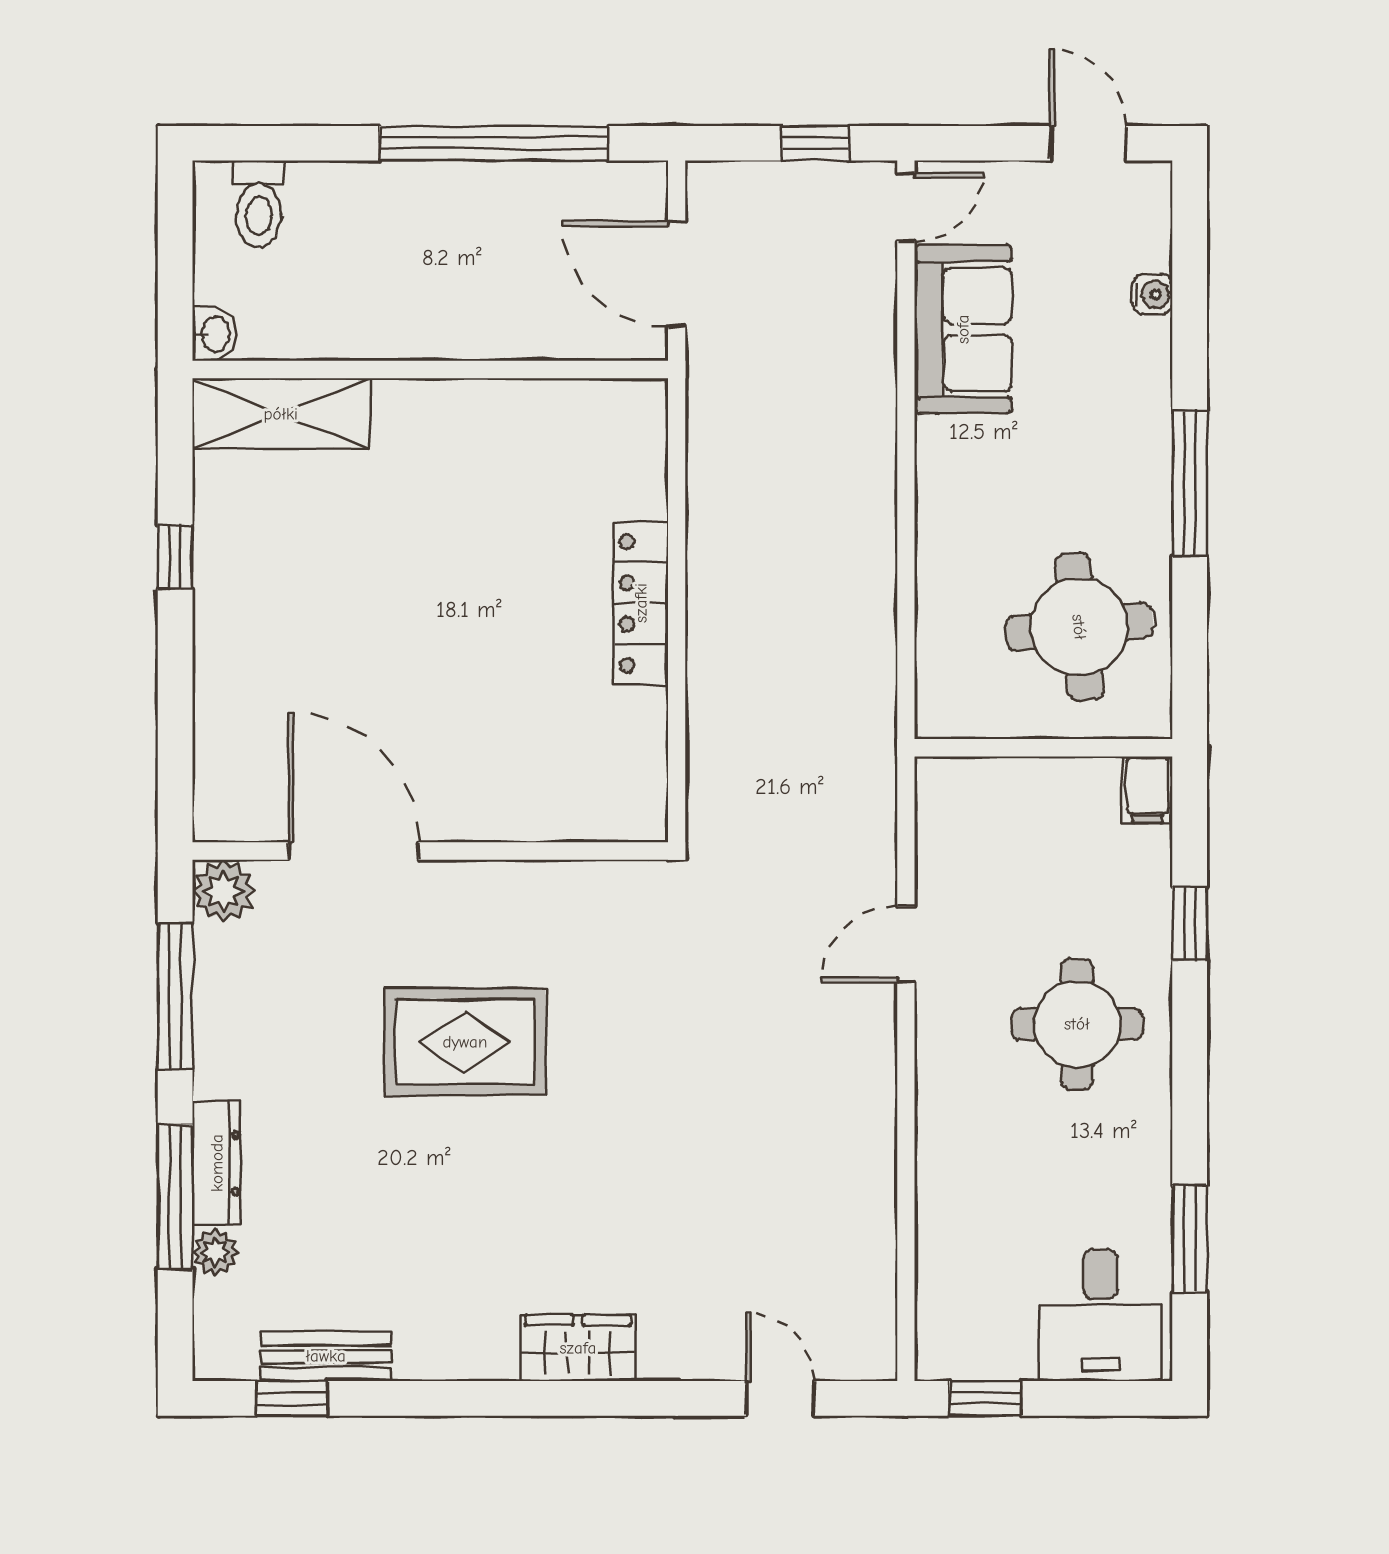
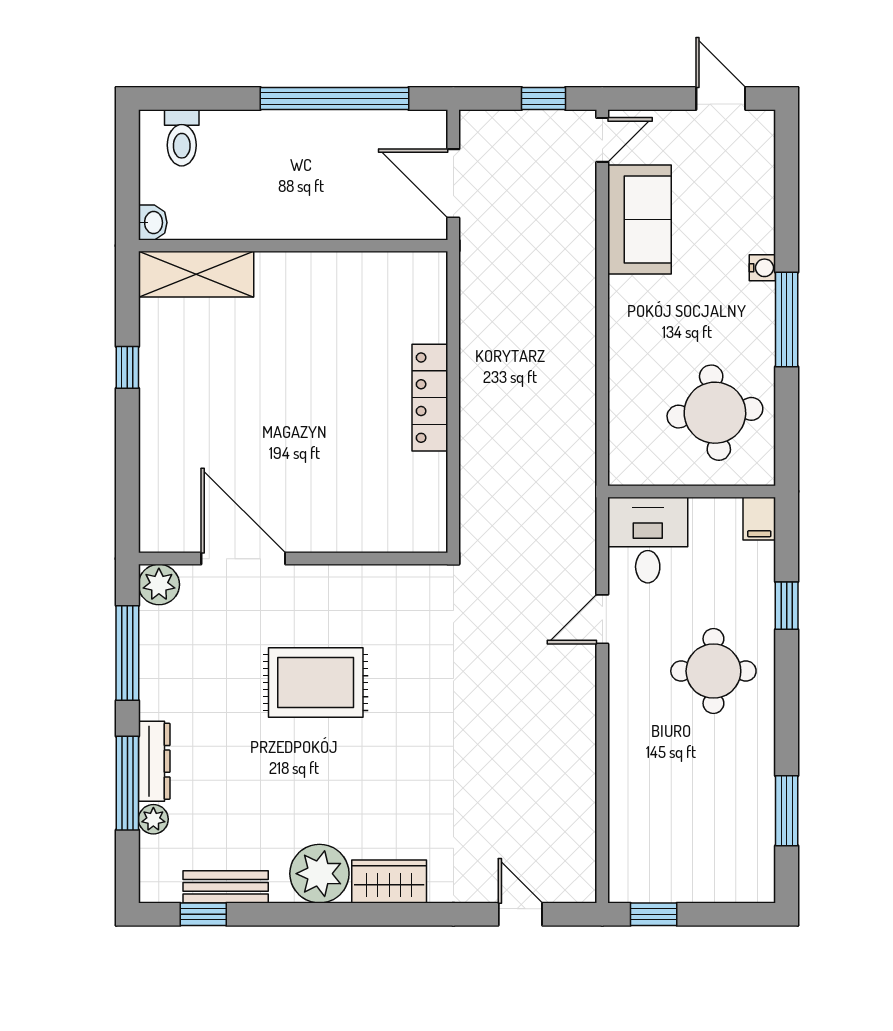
water cooler: (1152, 294) -> (762, 268), moved
desk: (1100, 1315) -> (648, 540), moved, turned 180
plant: (471, 1336) -> (319, 874), added

